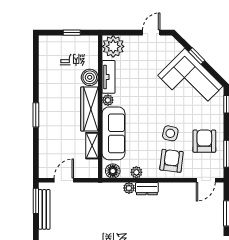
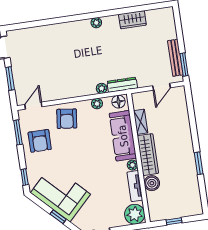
window: (36, 115) -> (199, 163), moved
side table: (170, 133) -> (72, 143), removed
dresser: (147, 189) -> (122, 85), moved, width x1.44

